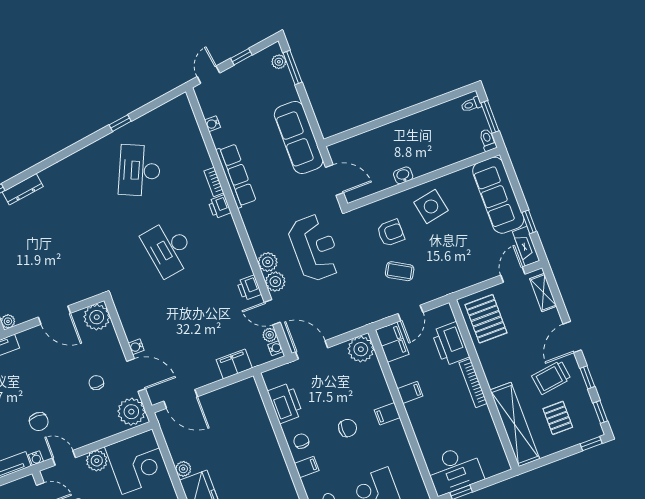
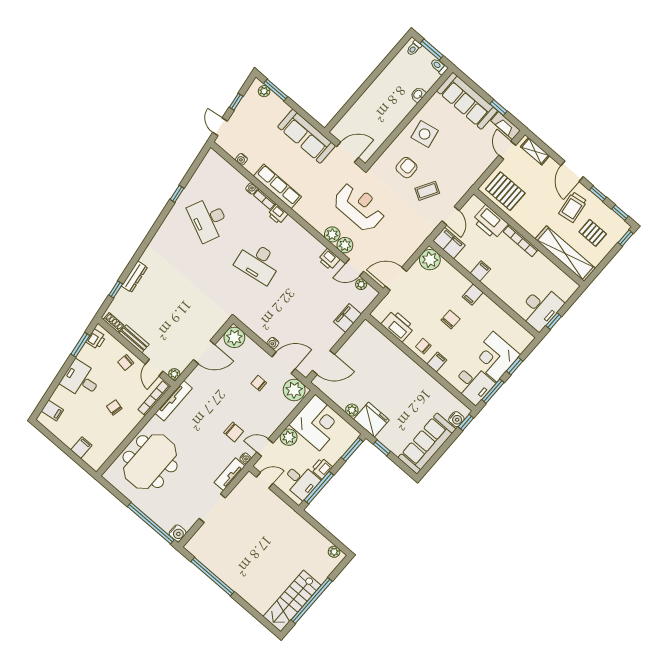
washbasin: (403, 175) -> (418, 95), moved
water cooler: (275, 348) -> (251, 188), moved

